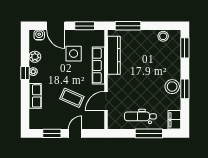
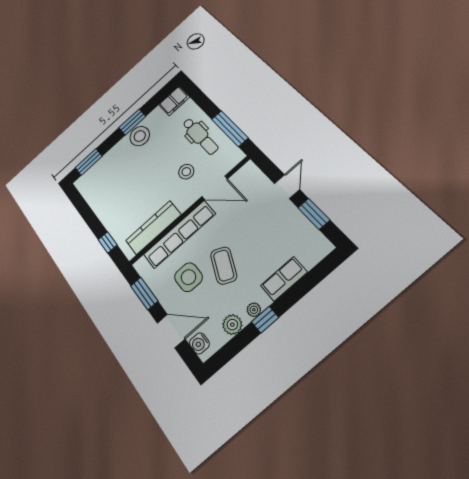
door: (56, 26) -> (171, 331), hinge flipped
window: (128, 26) -> (108, 242), width x0.46
stool: (163, 36) -> (186, 172), moved
row of seats: (98, 65) -> (179, 234), width x1.36
coffee table: (72, 98) -> (224, 266), moved
door: (75, 133) -> (287, 187), swing flipped
window: (149, 133) -> (230, 128), moved

